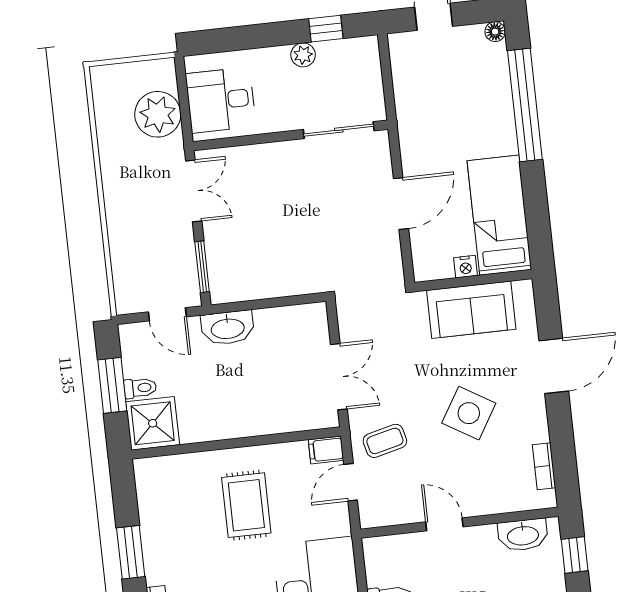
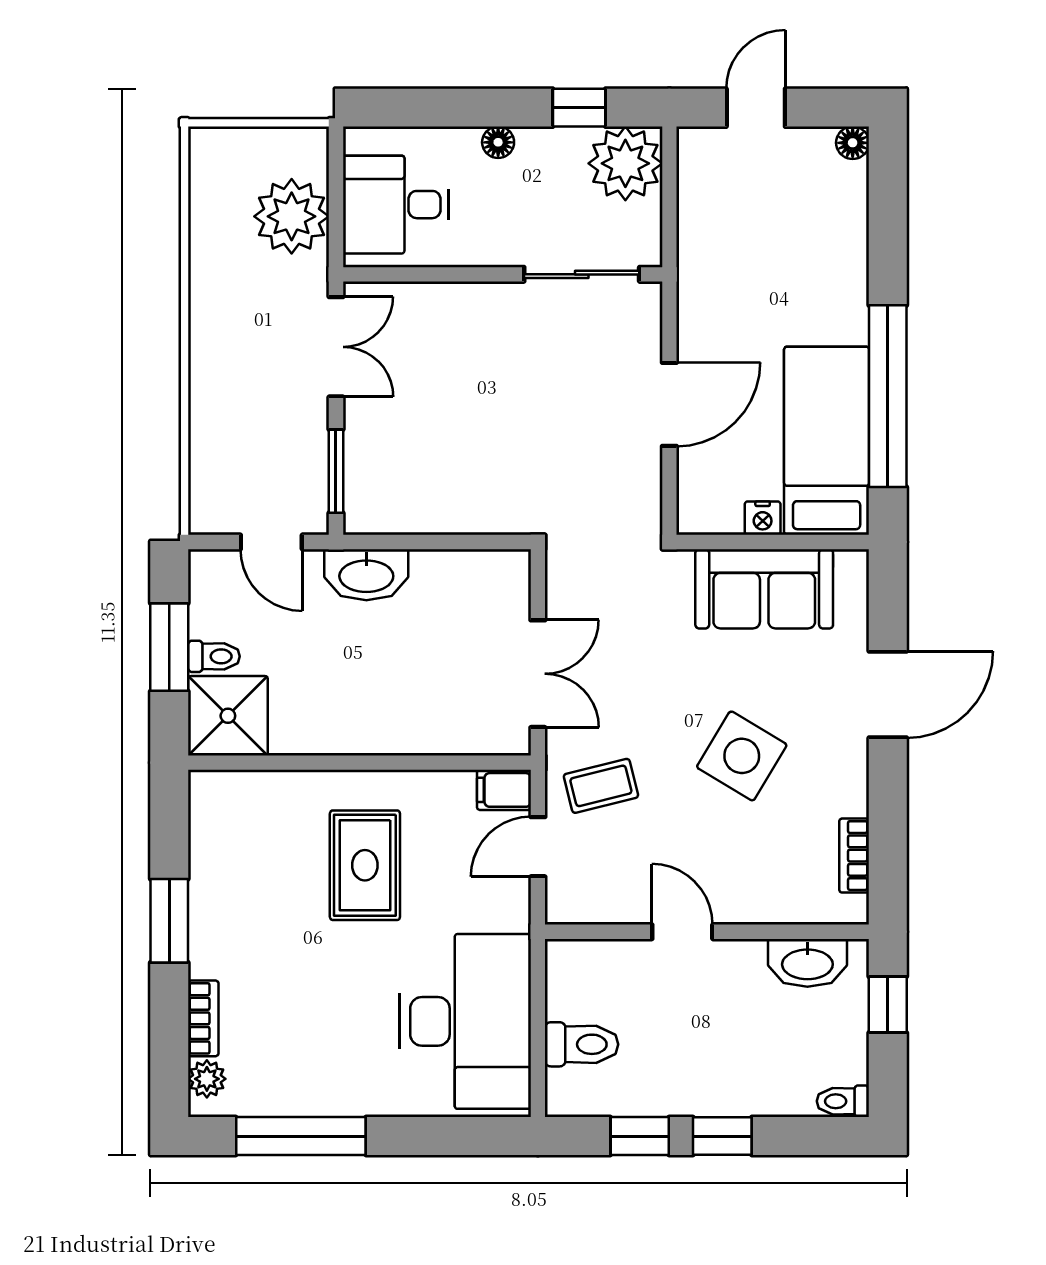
floor lamp: (279, 55) -> (498, 142), added
plant: (303, 55) -> (625, 163), moved, width x1.88, depth x1.88
window: (525, 105) -> (888, 396), moved

